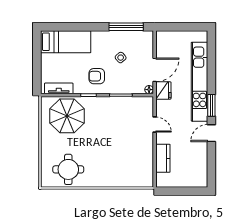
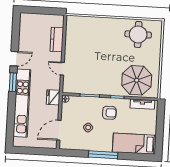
window: (126, 27) -> (103, 155), moved
door: (155, 70) -> (59, 130), moved

